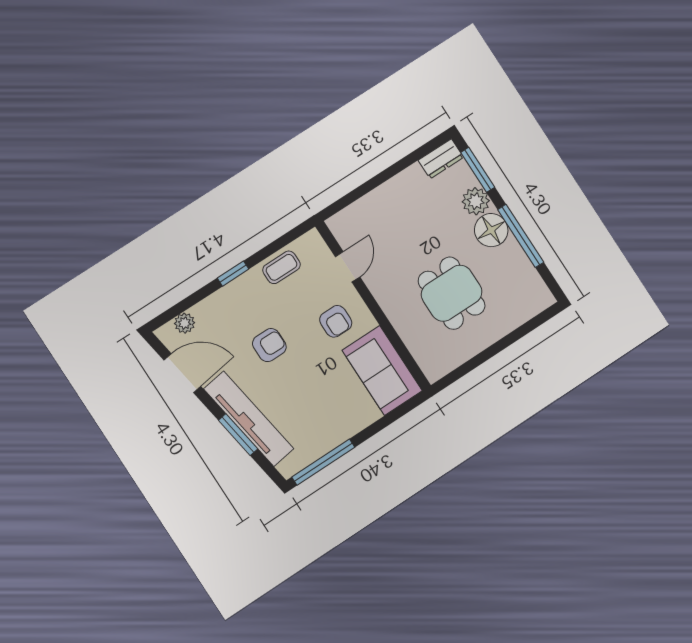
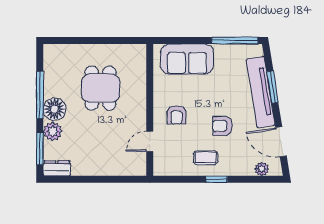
coffee table: (281, 267) -> (206, 158), moved
armchair: (336, 321) -> (177, 115), turned 180
sofa: (382, 370) -> (187, 59), moved, turned 90

